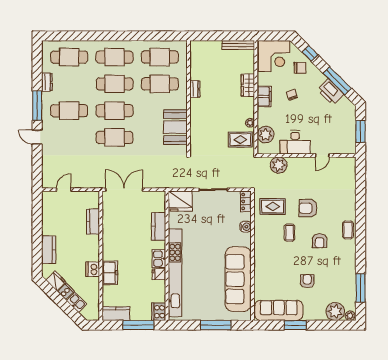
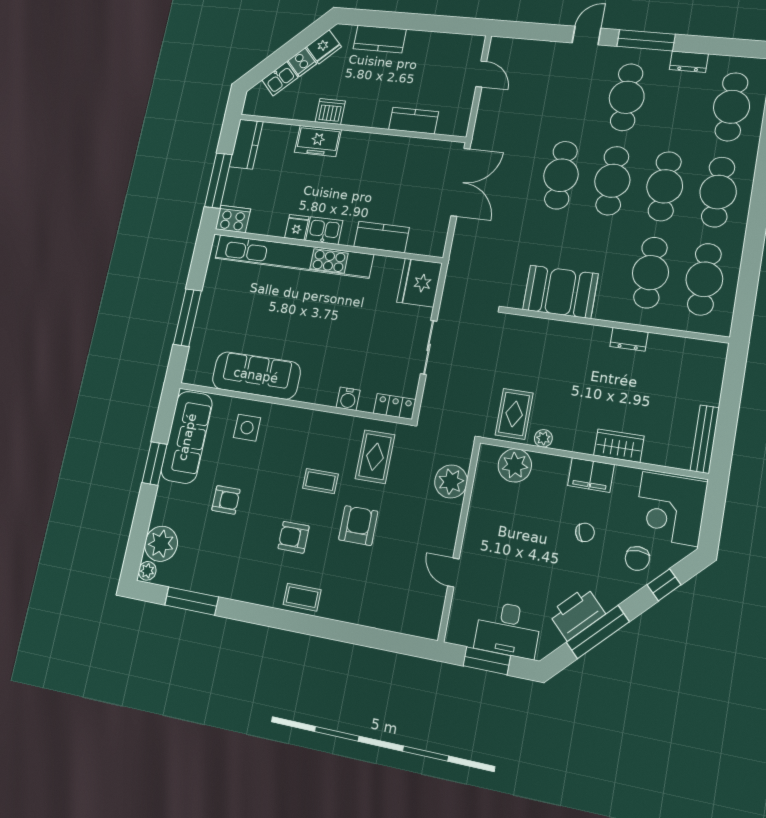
desk: (295, 142) -> (508, 629), moved, turned -90
side table: (269, 278) -> (247, 428), added
sofa: (238, 279) -> (256, 375), width x0.74, depth x0.79

